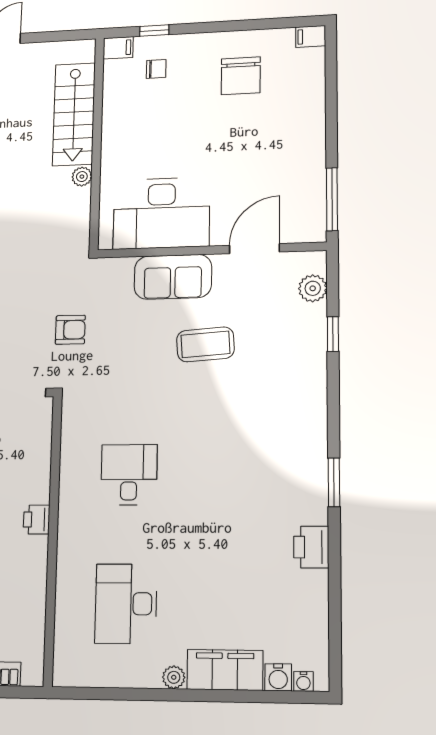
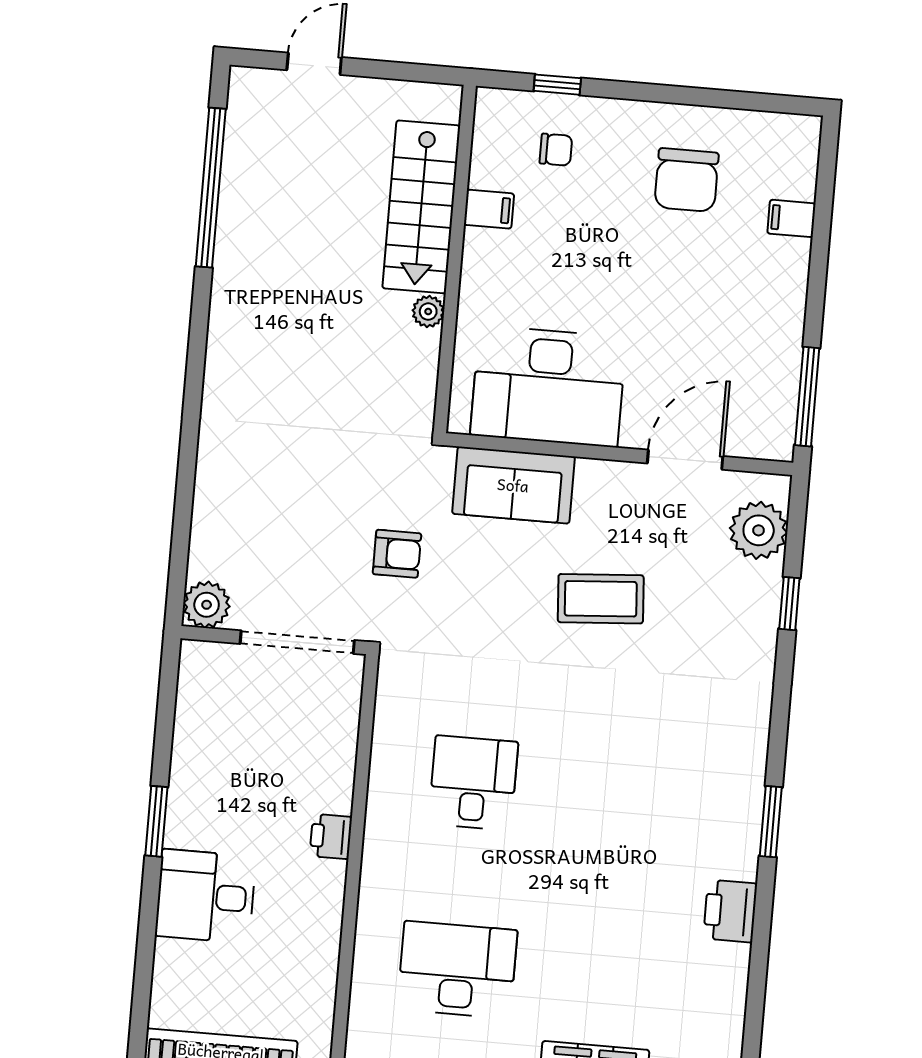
filing cabinet: (311, 36) -> (791, 218), moved
filing cabinet: (118, 48) -> (489, 209), moved
sofa: (173, 277) -> (513, 485), moved
plant: (313, 288) -> (759, 530), width x1.36, depth x1.36
desk: (126, 604) -> (457, 970), turned 90

